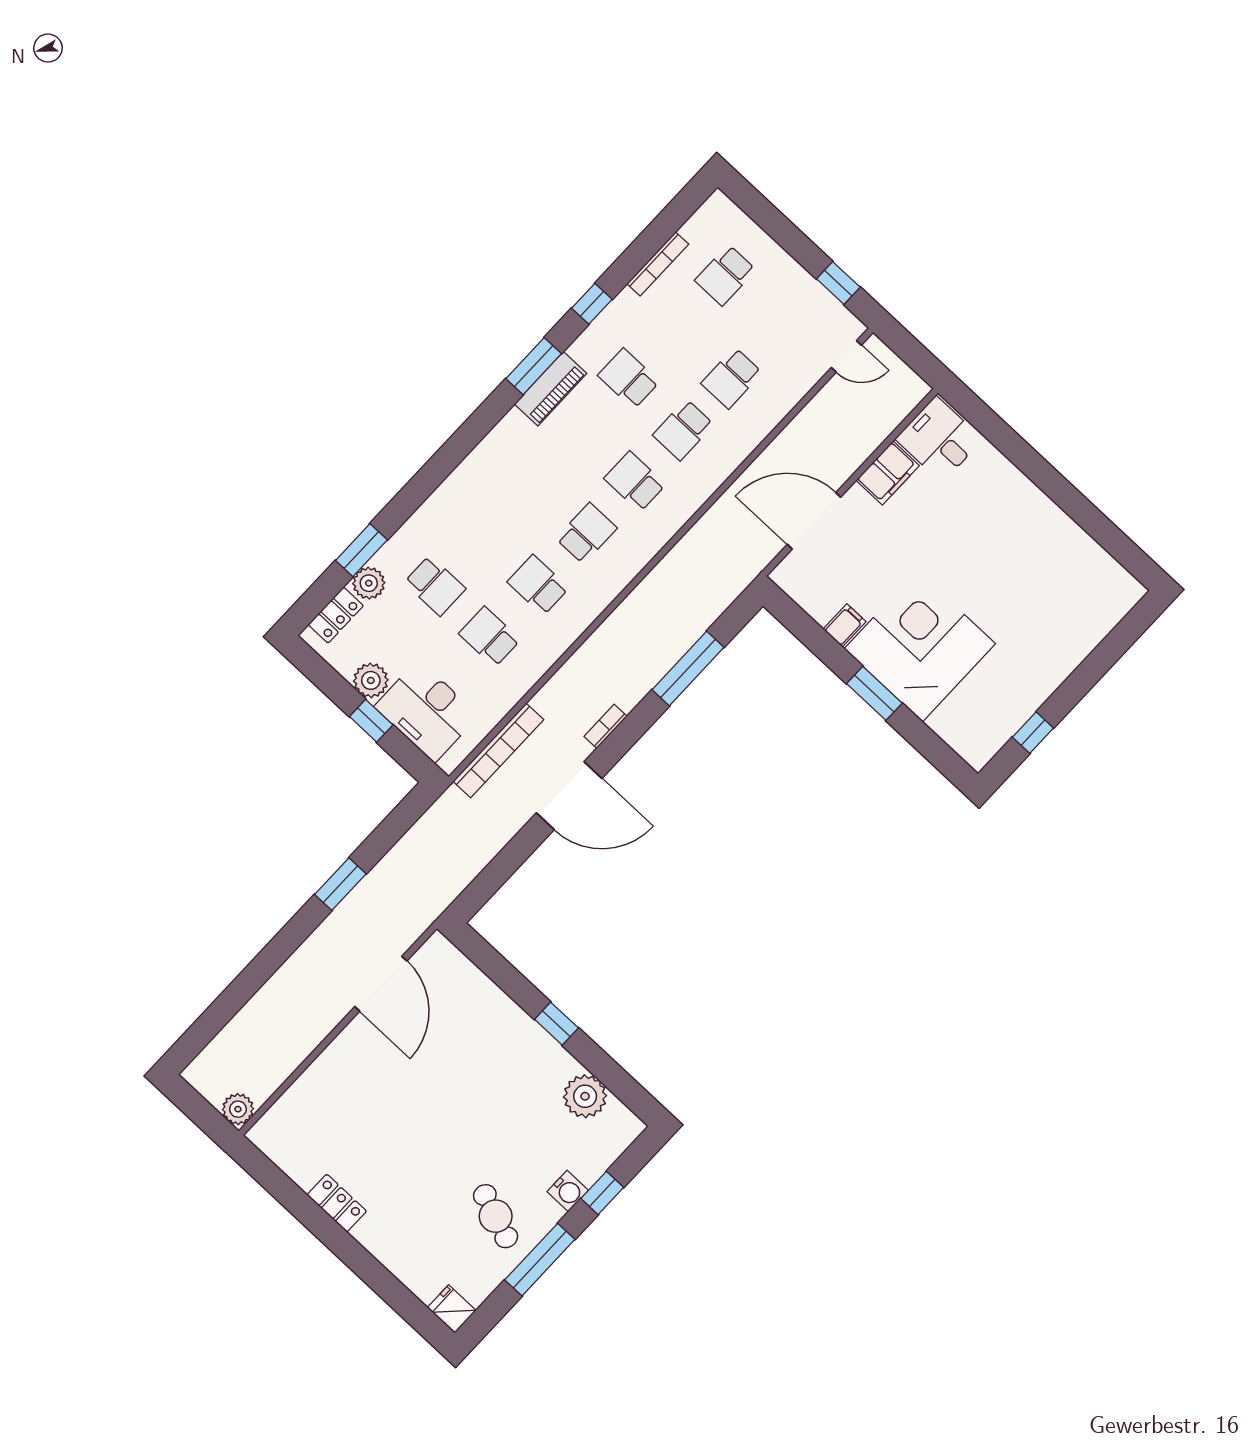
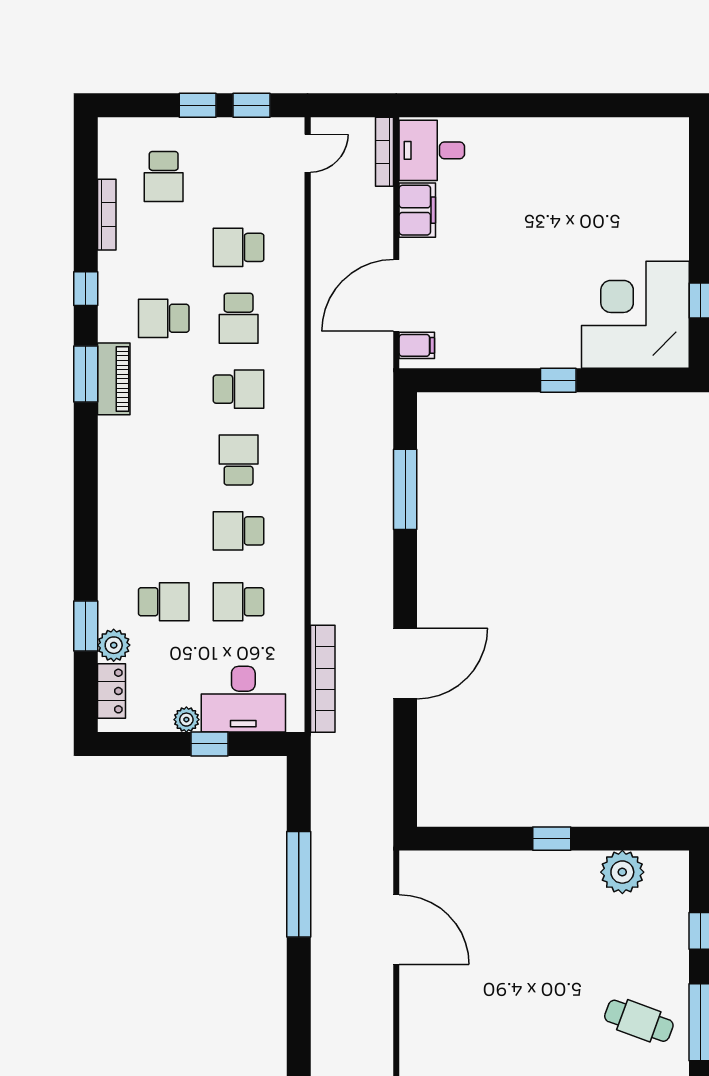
window: (799, 246) -> (198, 105), added
school desk: (732, 378) -> (239, 247), turned 90
school desk: (635, 482) -> (239, 389), turned 180
filing cabinet: (845, 625) -> (417, 345), moved, turned 90
corner desk: (920, 646) -> (635, 315), moved
plant: (371, 680) -> (186, 720), width x0.73, depth x0.73
window: (874, 693) -> (558, 380), width x0.67
bookcase: (606, 726) -> (384, 152), moved, width x1.56
window: (340, 884) -> (299, 884), width x2.11
water cooler: (568, 1191) -> (674, 953), removed

